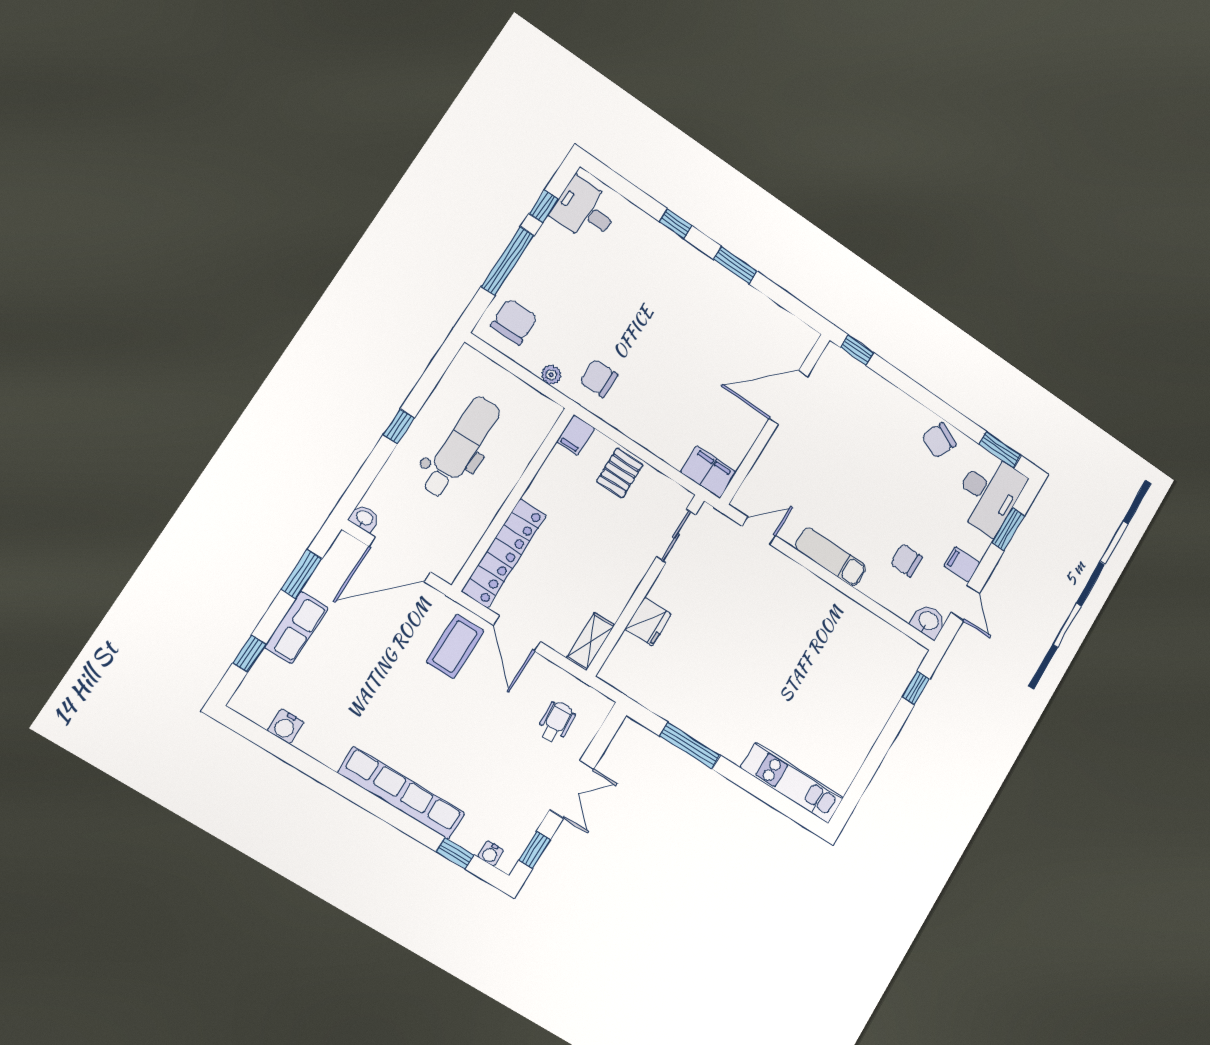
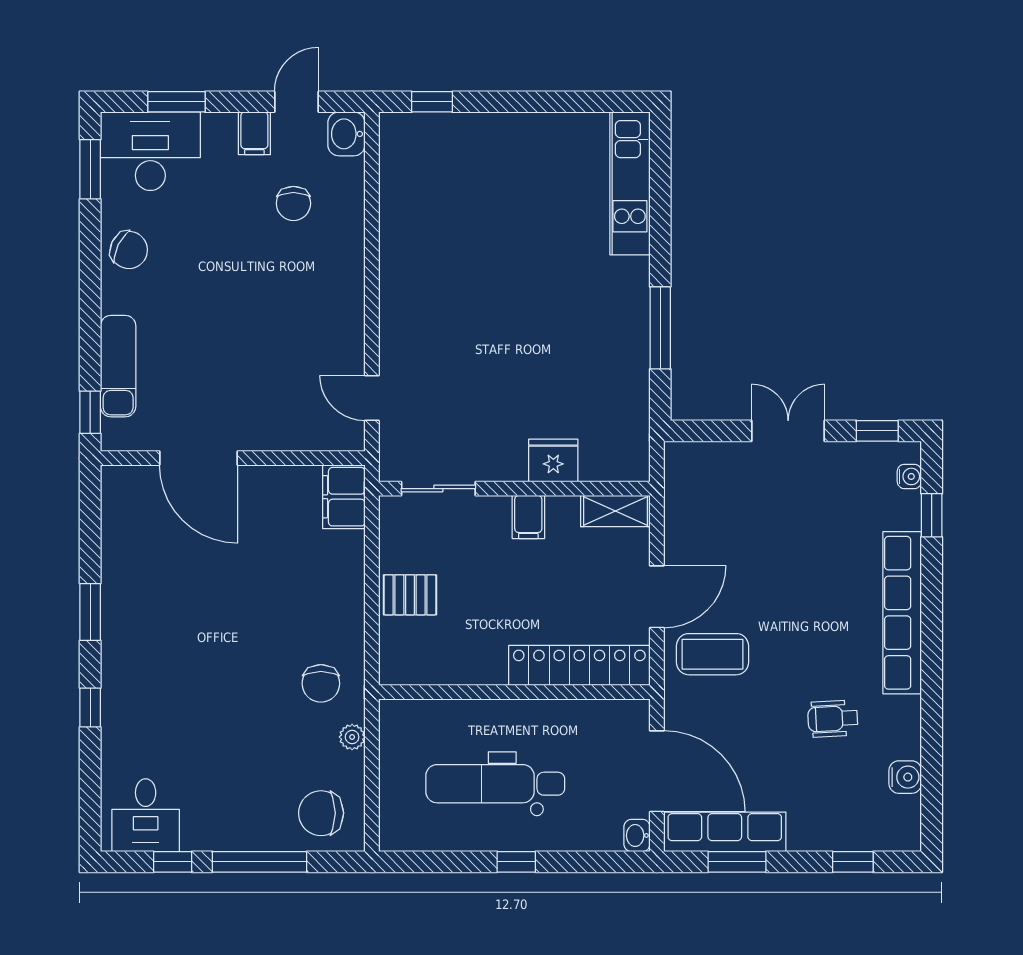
filing cabinet: (576, 435) -> (528, 517), moved, turned 90
exam couch: (831, 557) -> (118, 366), moved, turned 180
row of seats: (296, 627) -> (725, 832), moved, width x1.48
wheelchair: (556, 722) -> (833, 719), moved

